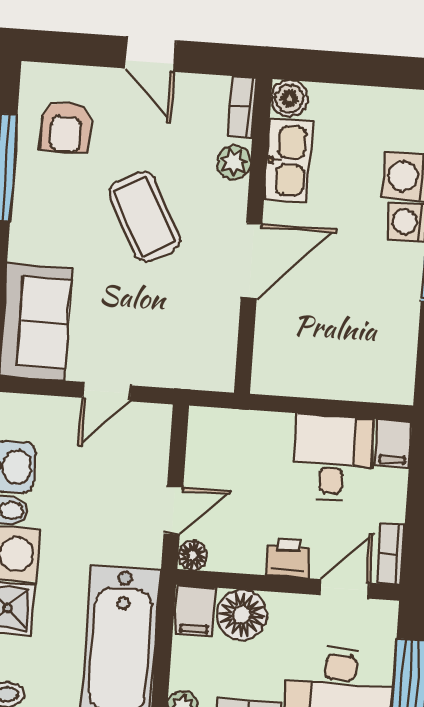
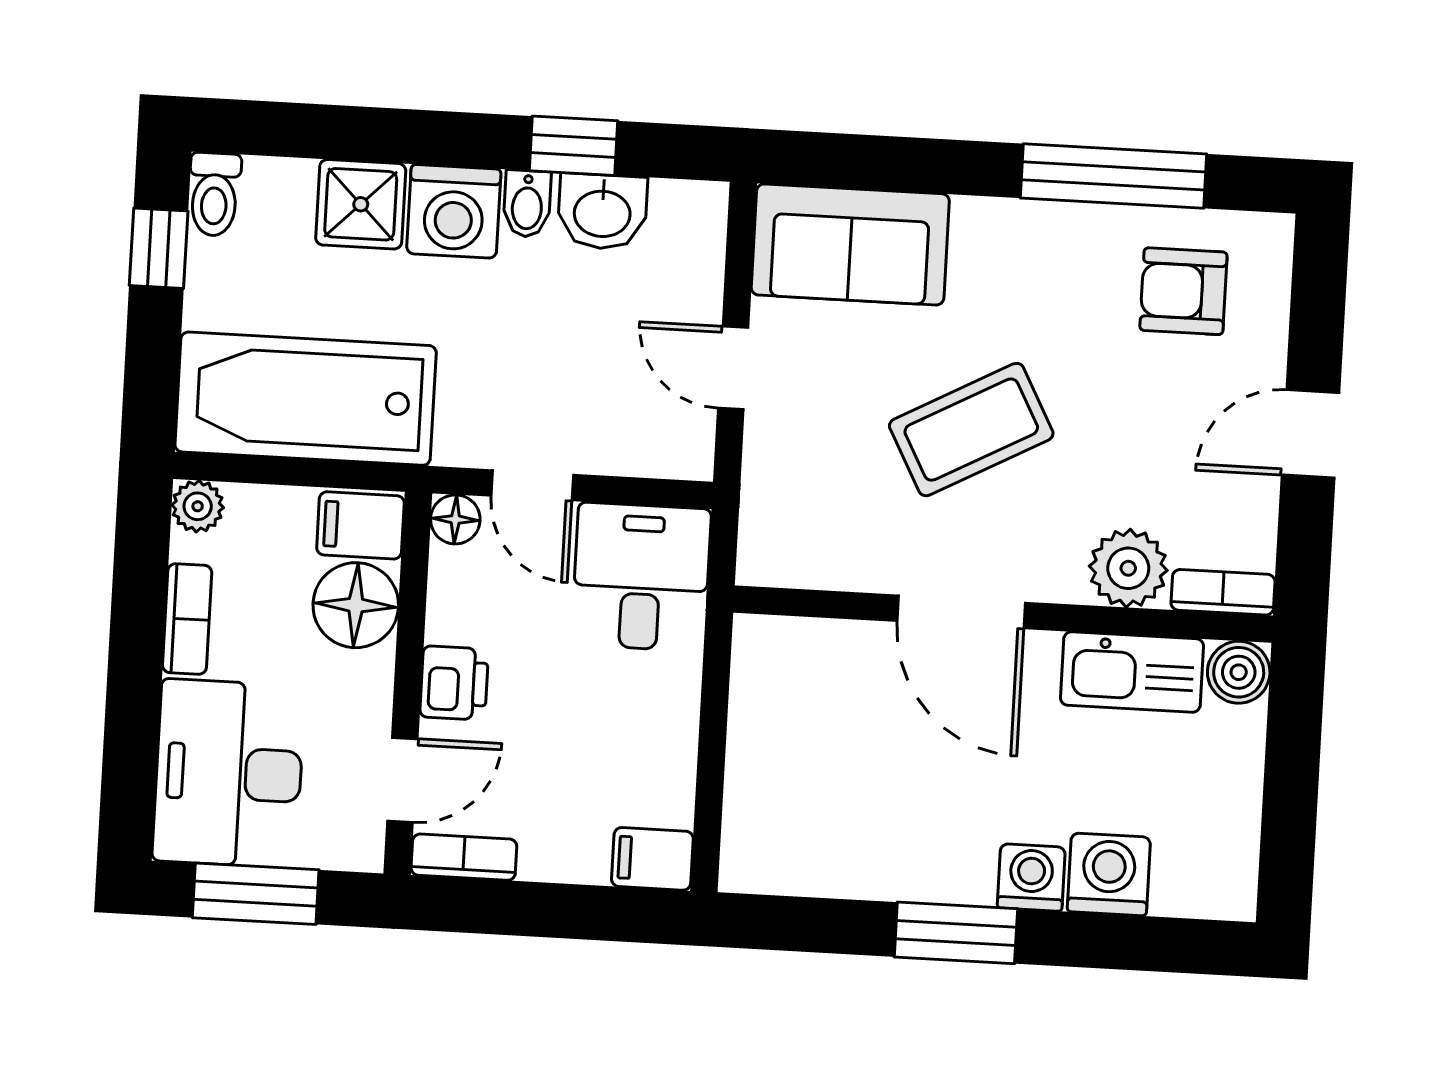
plant: (234, 163) -> (1128, 568), width x1.38, depth x1.38
coffee table: (145, 217) -> (971, 430), moved
desk: (333, 458) -> (641, 577), moved, turned -90
door: (345, 589) -> (402, 780), hinge flipped

